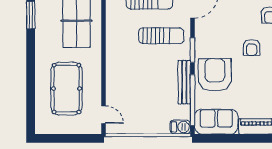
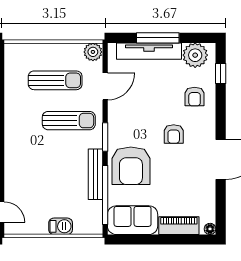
armchair: (215, 75) -> (131, 166), turned 180
barbecue: (180, 127) -> (61, 226), moved

